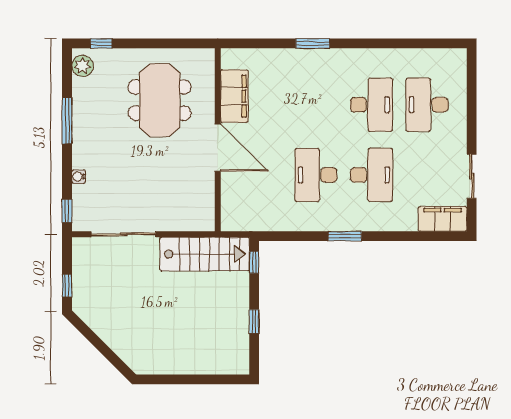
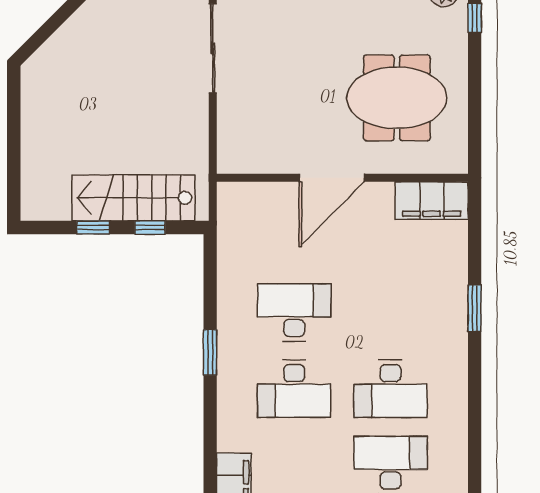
filing cabinet: (234, 96) -> (432, 201), moved
stairs: (205, 254) -> (133, 198), moved, turned 90
window: (254, 262) -> (150, 228), moved

